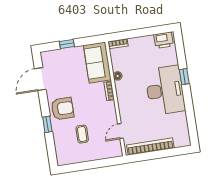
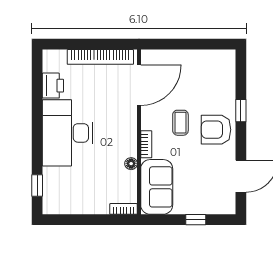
printer: (164, 40) -> (53, 86), moved, turned 90
window: (184, 77) -> (37, 185), moved
door: (121, 131) -> (139, 85), width x1.88
coffee table: (82, 134) -> (180, 123), moved

